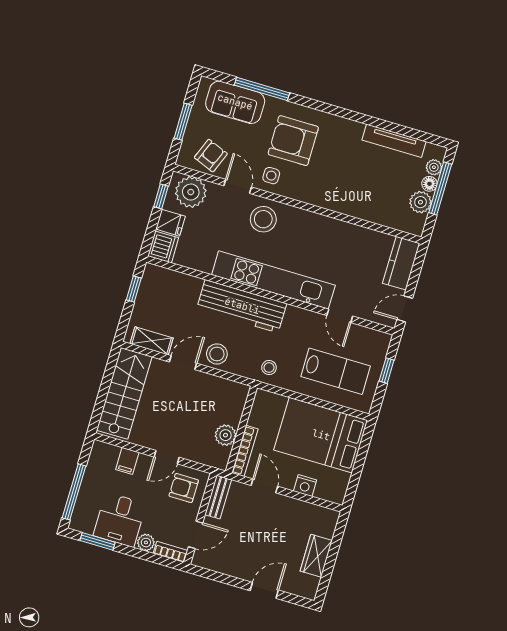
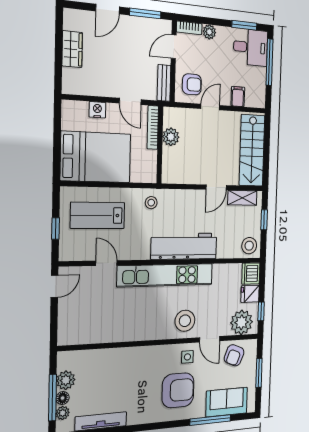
kitchen counter: (401, 263) -> (68, 324), removed
window: (134, 289) -> (264, 220), moved
stool: (217, 354) -> (249, 246), moved
desk: (120, 520) -> (251, 47), moved, turned 90
window: (221, 578) -> (145, 13), added

